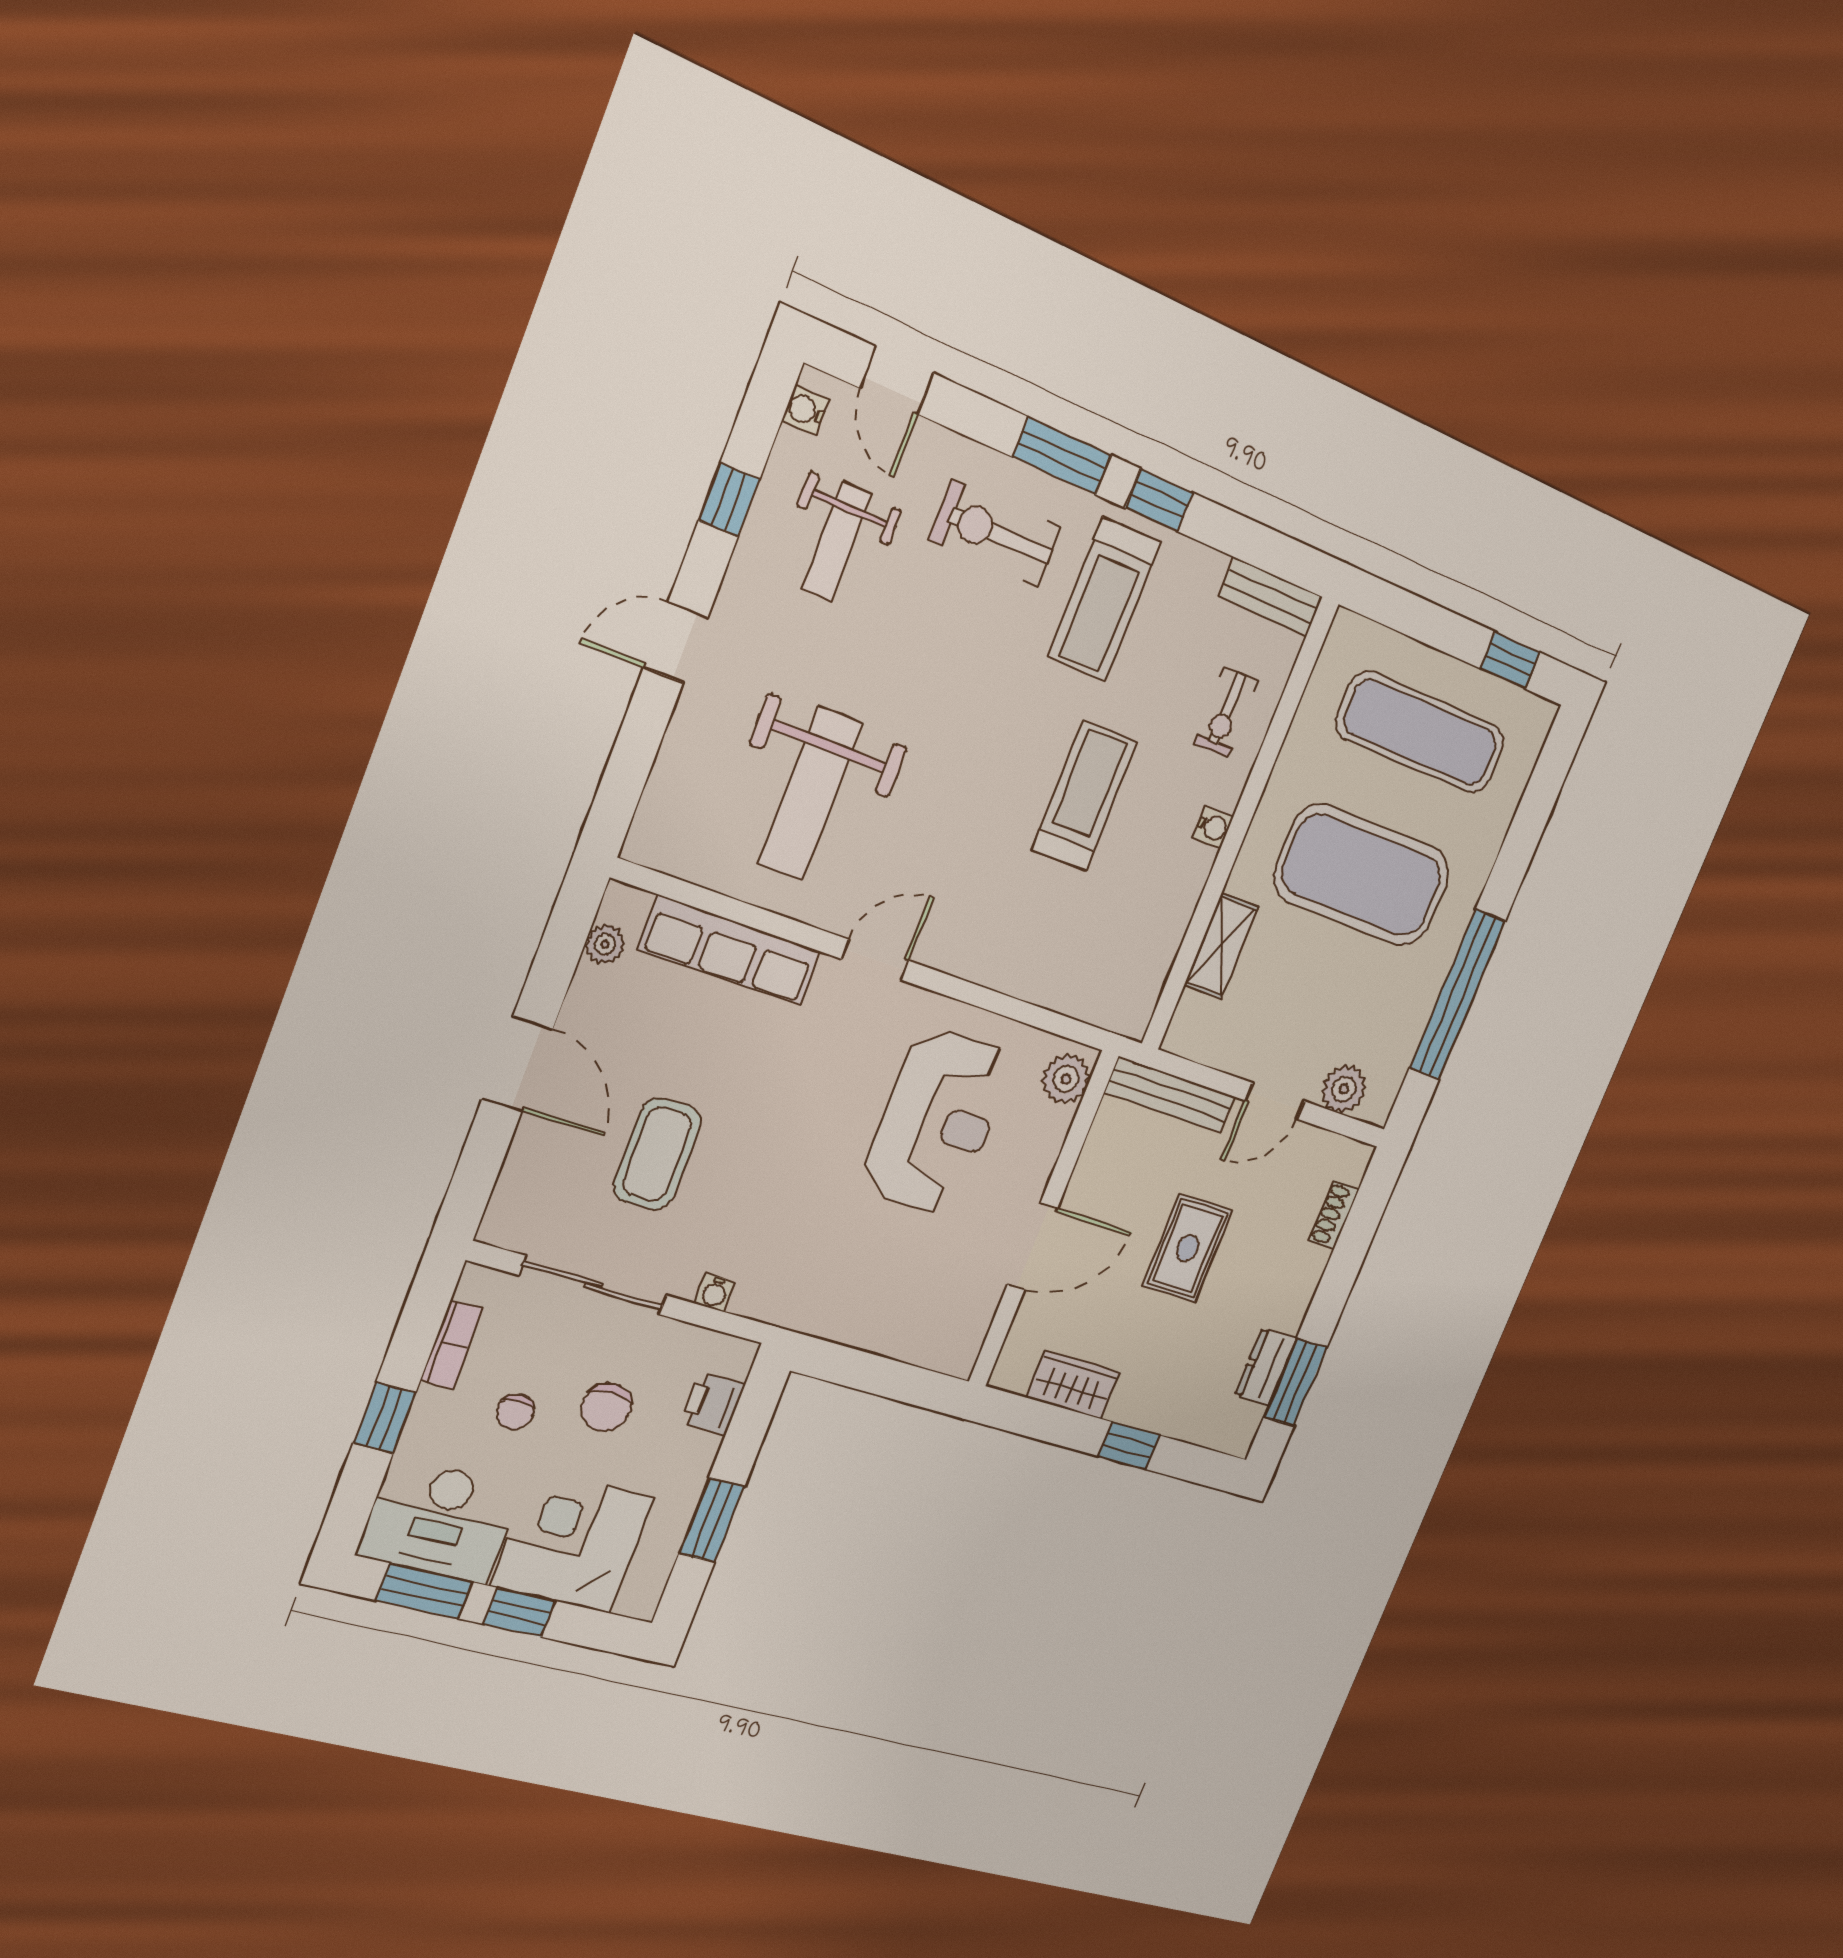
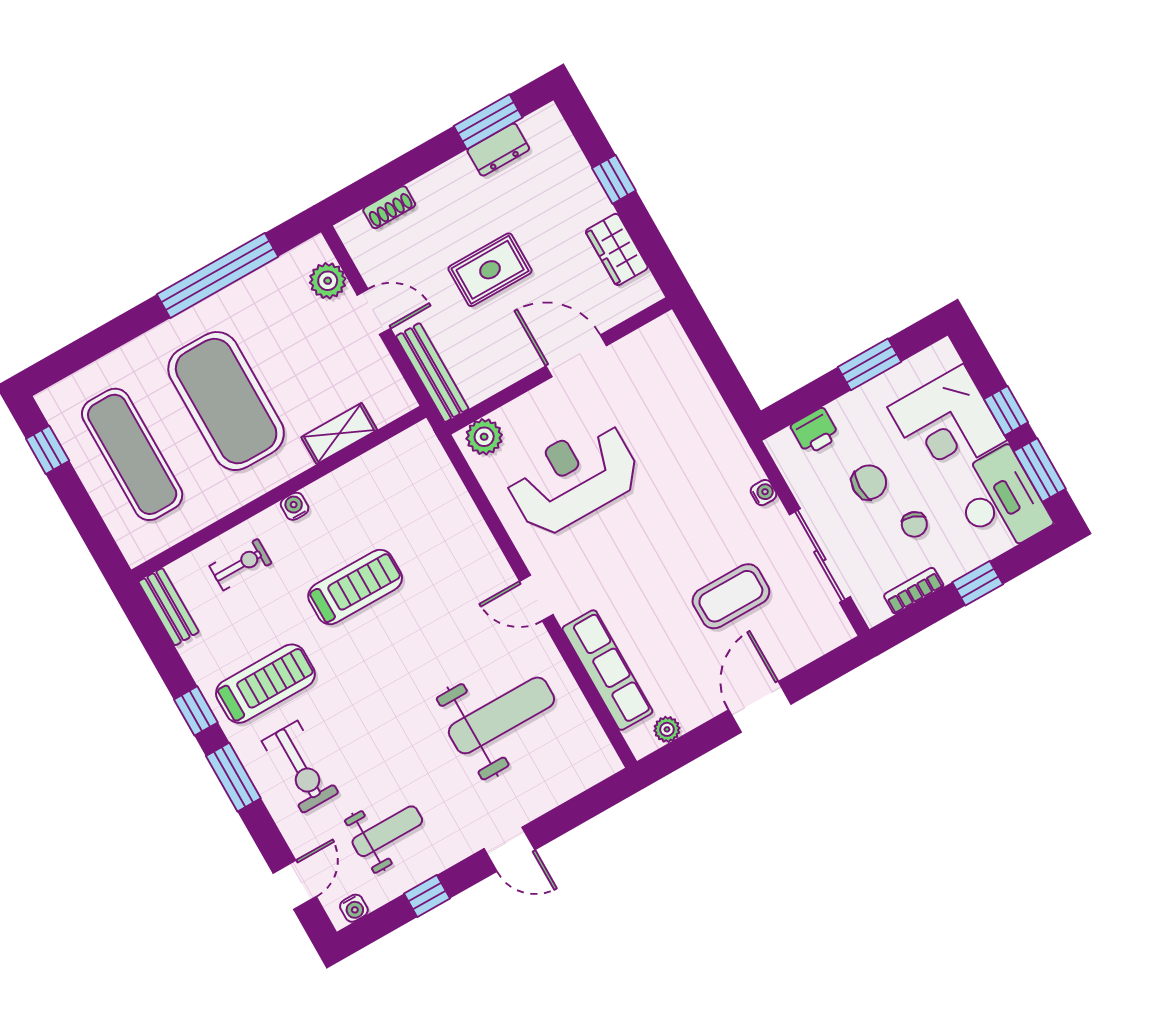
treadmill: (1084, 796) -> (355, 587), turned 180
chair: (515, 1412) -> (914, 524), turned 110

